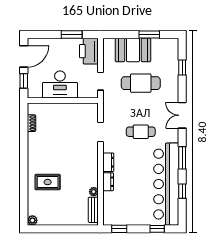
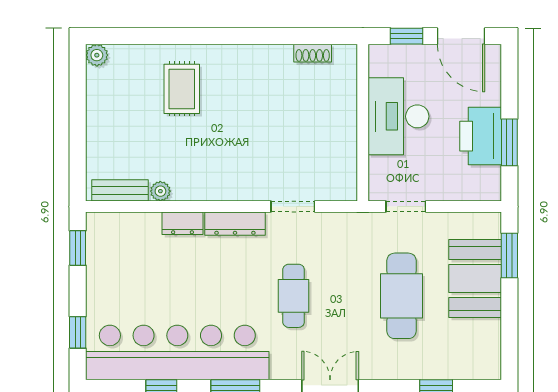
window: (149, 35) -> (509, 256), moved
printer: (89, 51) -> (481, 136), moved, turned -90
dresser: (108, 162) -> (235, 224), width x1.44

